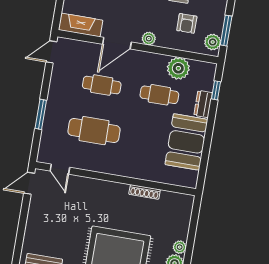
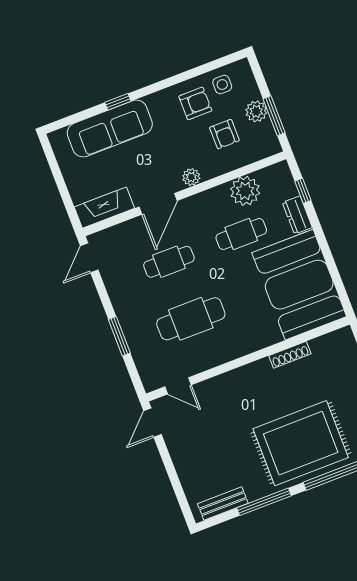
plant: (213, 42) -> (256, 111), moved
booth: (186, 142) -> (299, 285), width x1.36, depth x1.42

